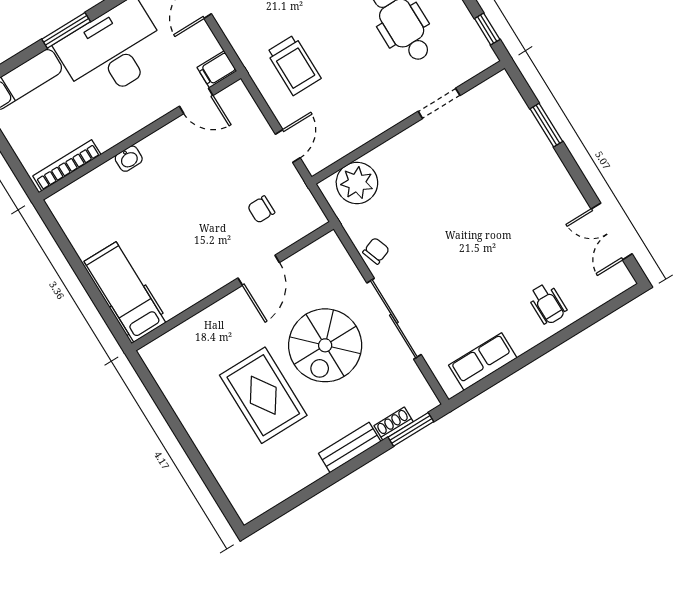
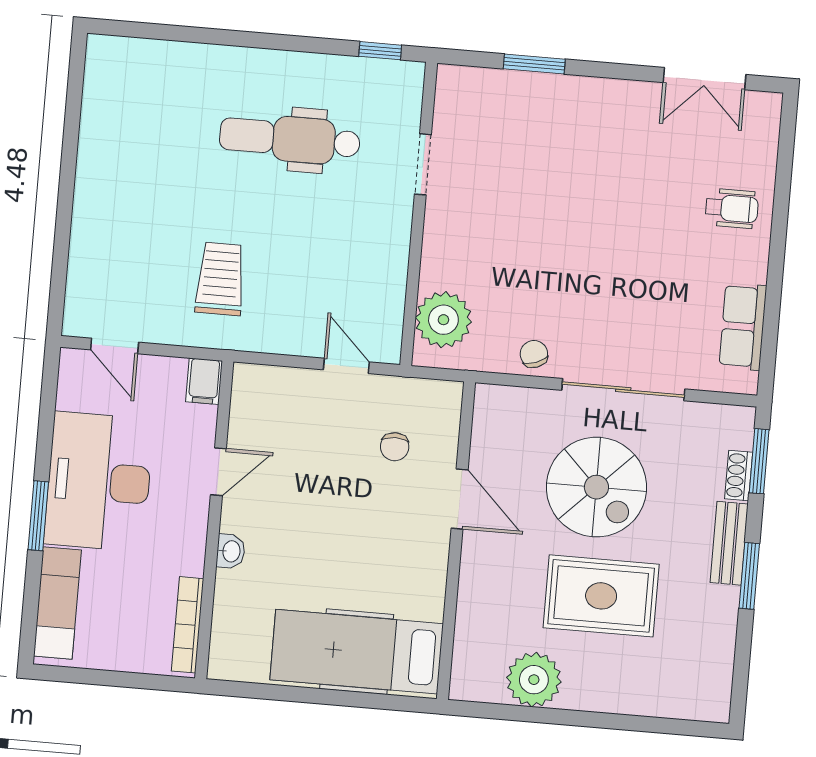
trolley: (294, 65) -> (220, 279), moved, turned -90
door: (196, 101) -> (218, 472), moved
hospital bed: (125, 292) -> (357, 652), width x1.37, depth x1.29
plant: (185, 392) -> (534, 680), added
window: (339, 474) -> (749, 576), added

